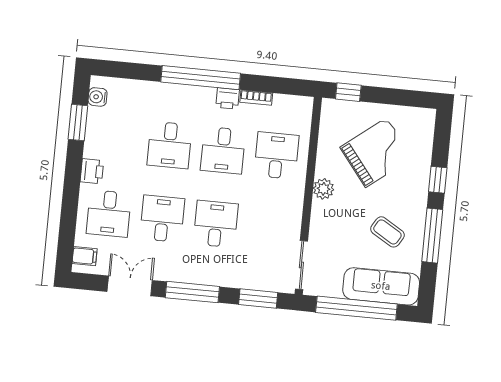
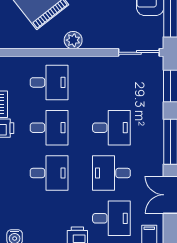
desk: (276, 156) -> (49, 82), turned 180
desk: (216, 224) -> (111, 128), turned 180

